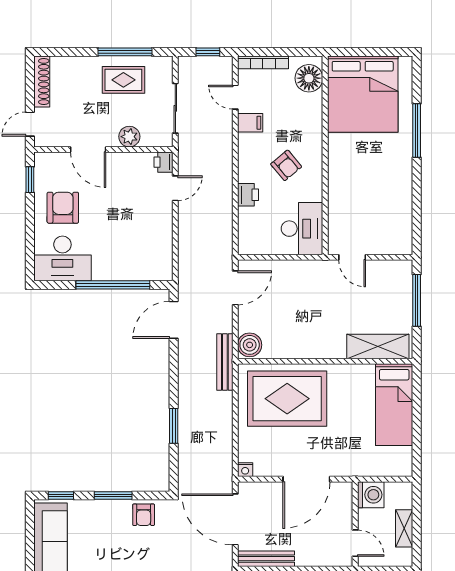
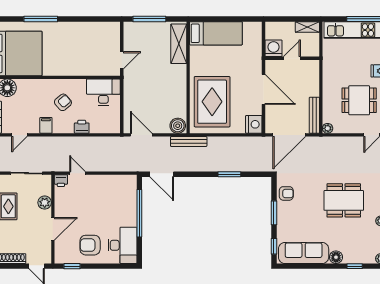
filing cabinet: (250, 123) -> (46, 125), moved
nightstand: (245, 470) -> (254, 124), width x1.89, depth x1.79
shelving: (404, 528) -> (307, 27), moved
door: (355, 543) -> (292, 58), moved

